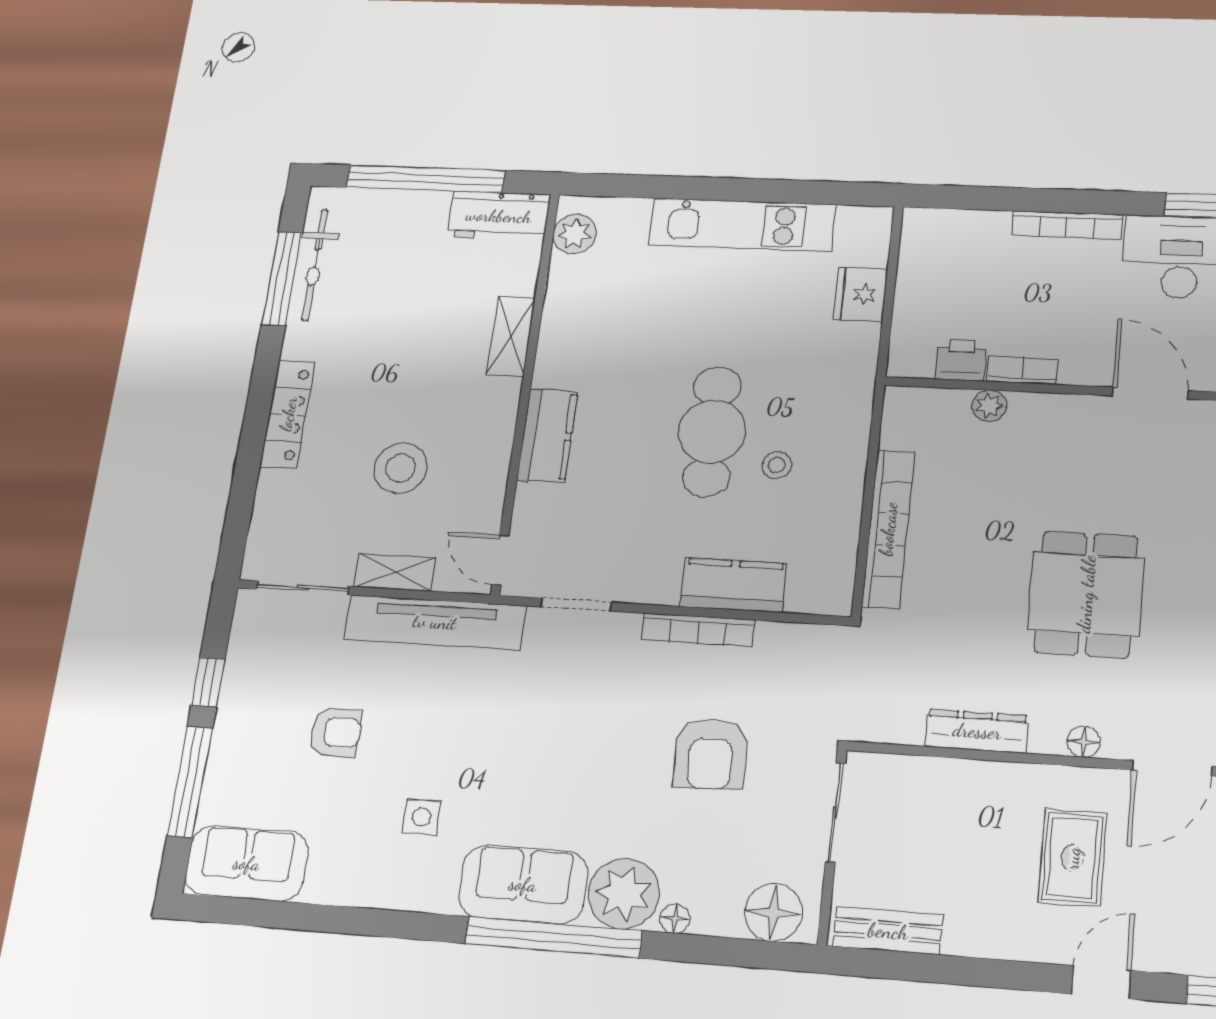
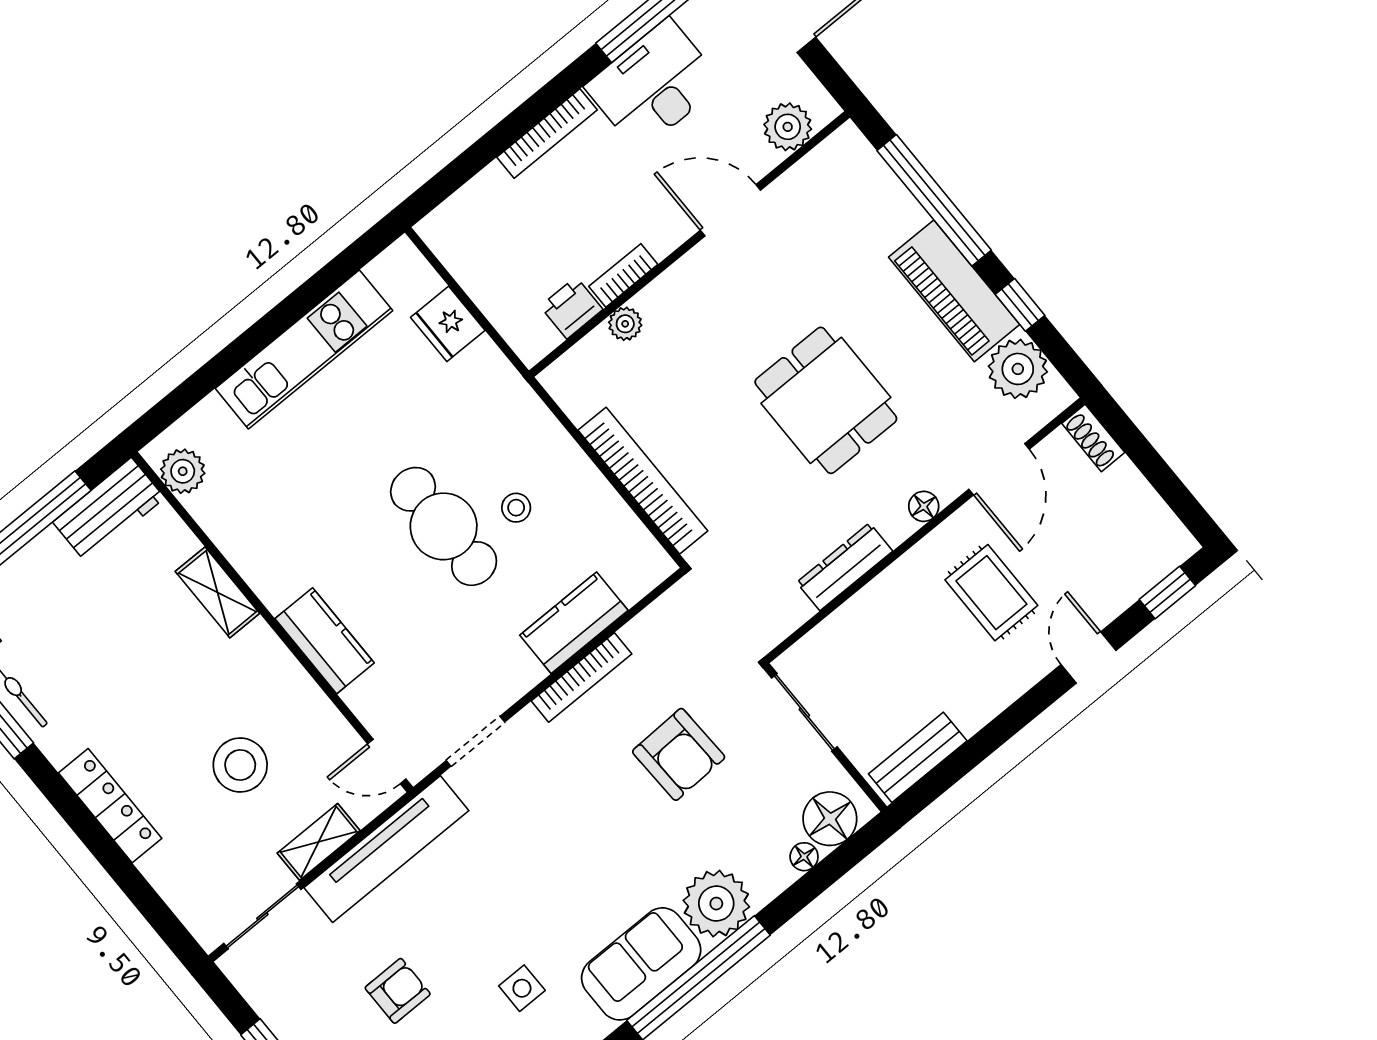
floor lamp: (675, 918) -> (804, 857), moved

